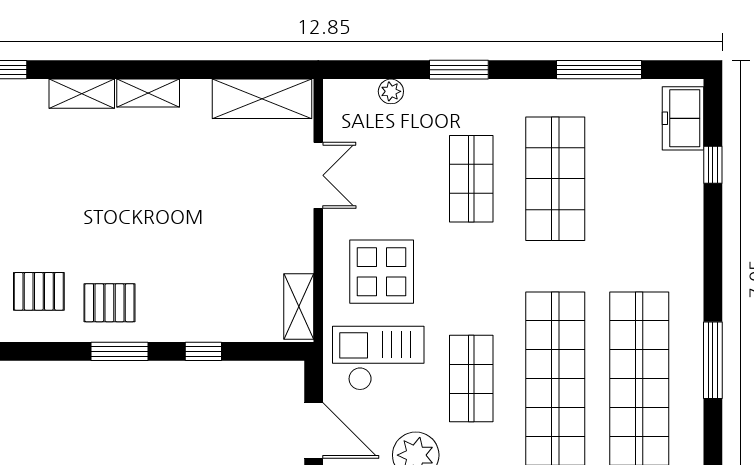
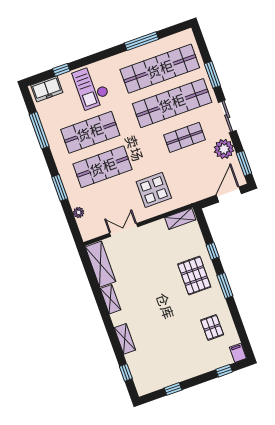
shelving: (148, 93) -> (110, 299), moved
shop shelf: (471, 179) -> (103, 167), width x1.43, depth x1.36
pallet: (109, 303) -> (194, 276), moved, width x1.50, depth x1.42
checkout: (378, 358) -> (91, 87), moved

